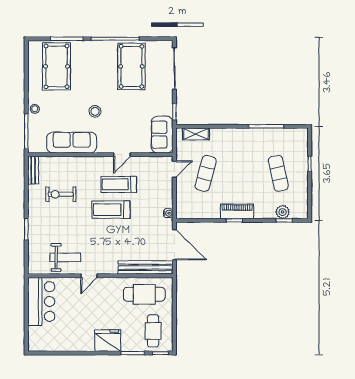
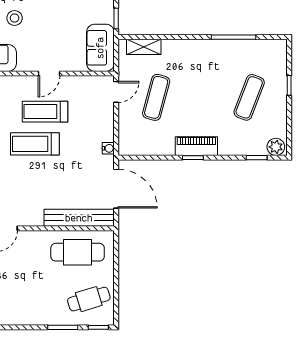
exercise mat: (278, 173) -> (249, 97), turned 33
plant: (283, 212) -> (276, 147), moved
cafe table: (153, 331) -> (89, 299), turned 73
fridge: (108, 341) -> (31, 311), removed

